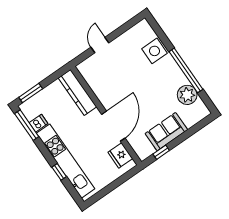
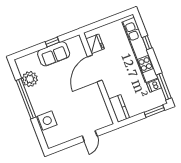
kitchen counter: (77, 92) -> (119, 108), width x0.67
window: (161, 152) -> (52, 42), moved

